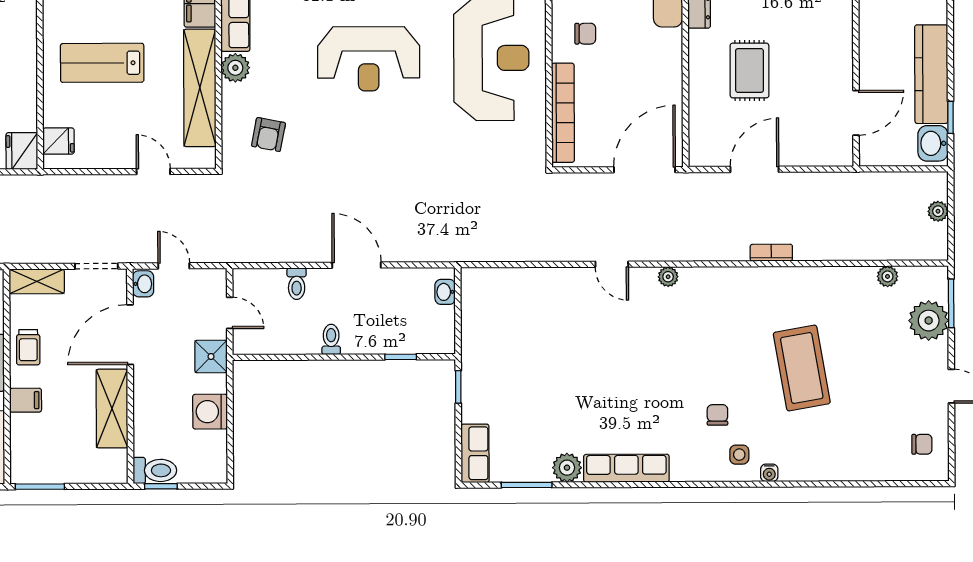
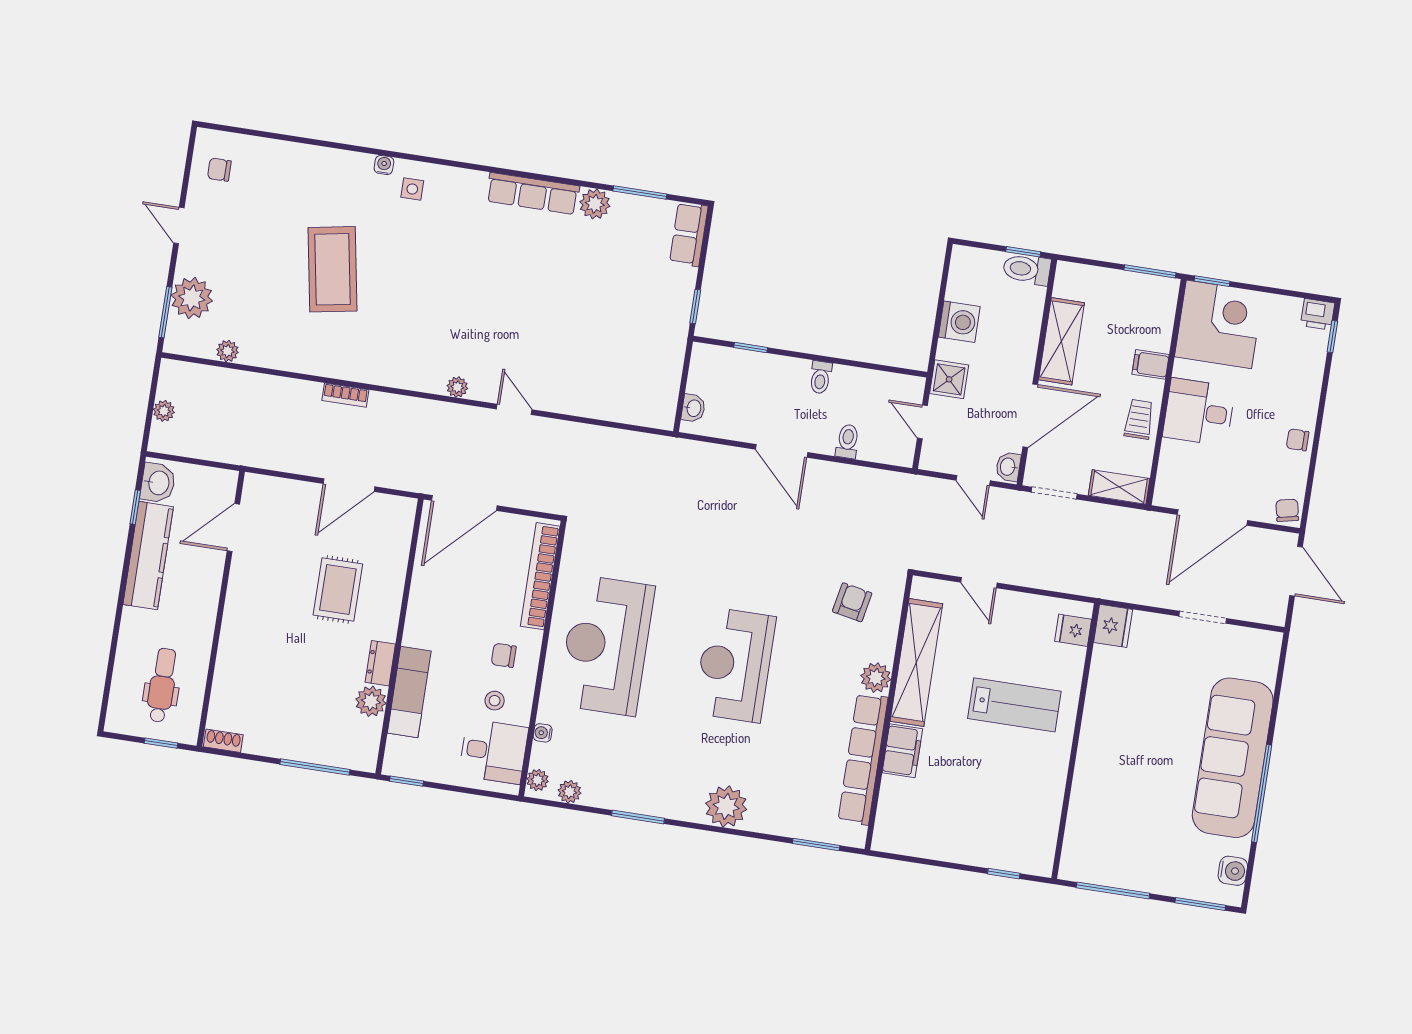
reception desk: (369, 59) -> (735, 665), turned -90
chair: (717, 415) -> (429, 234), removed

